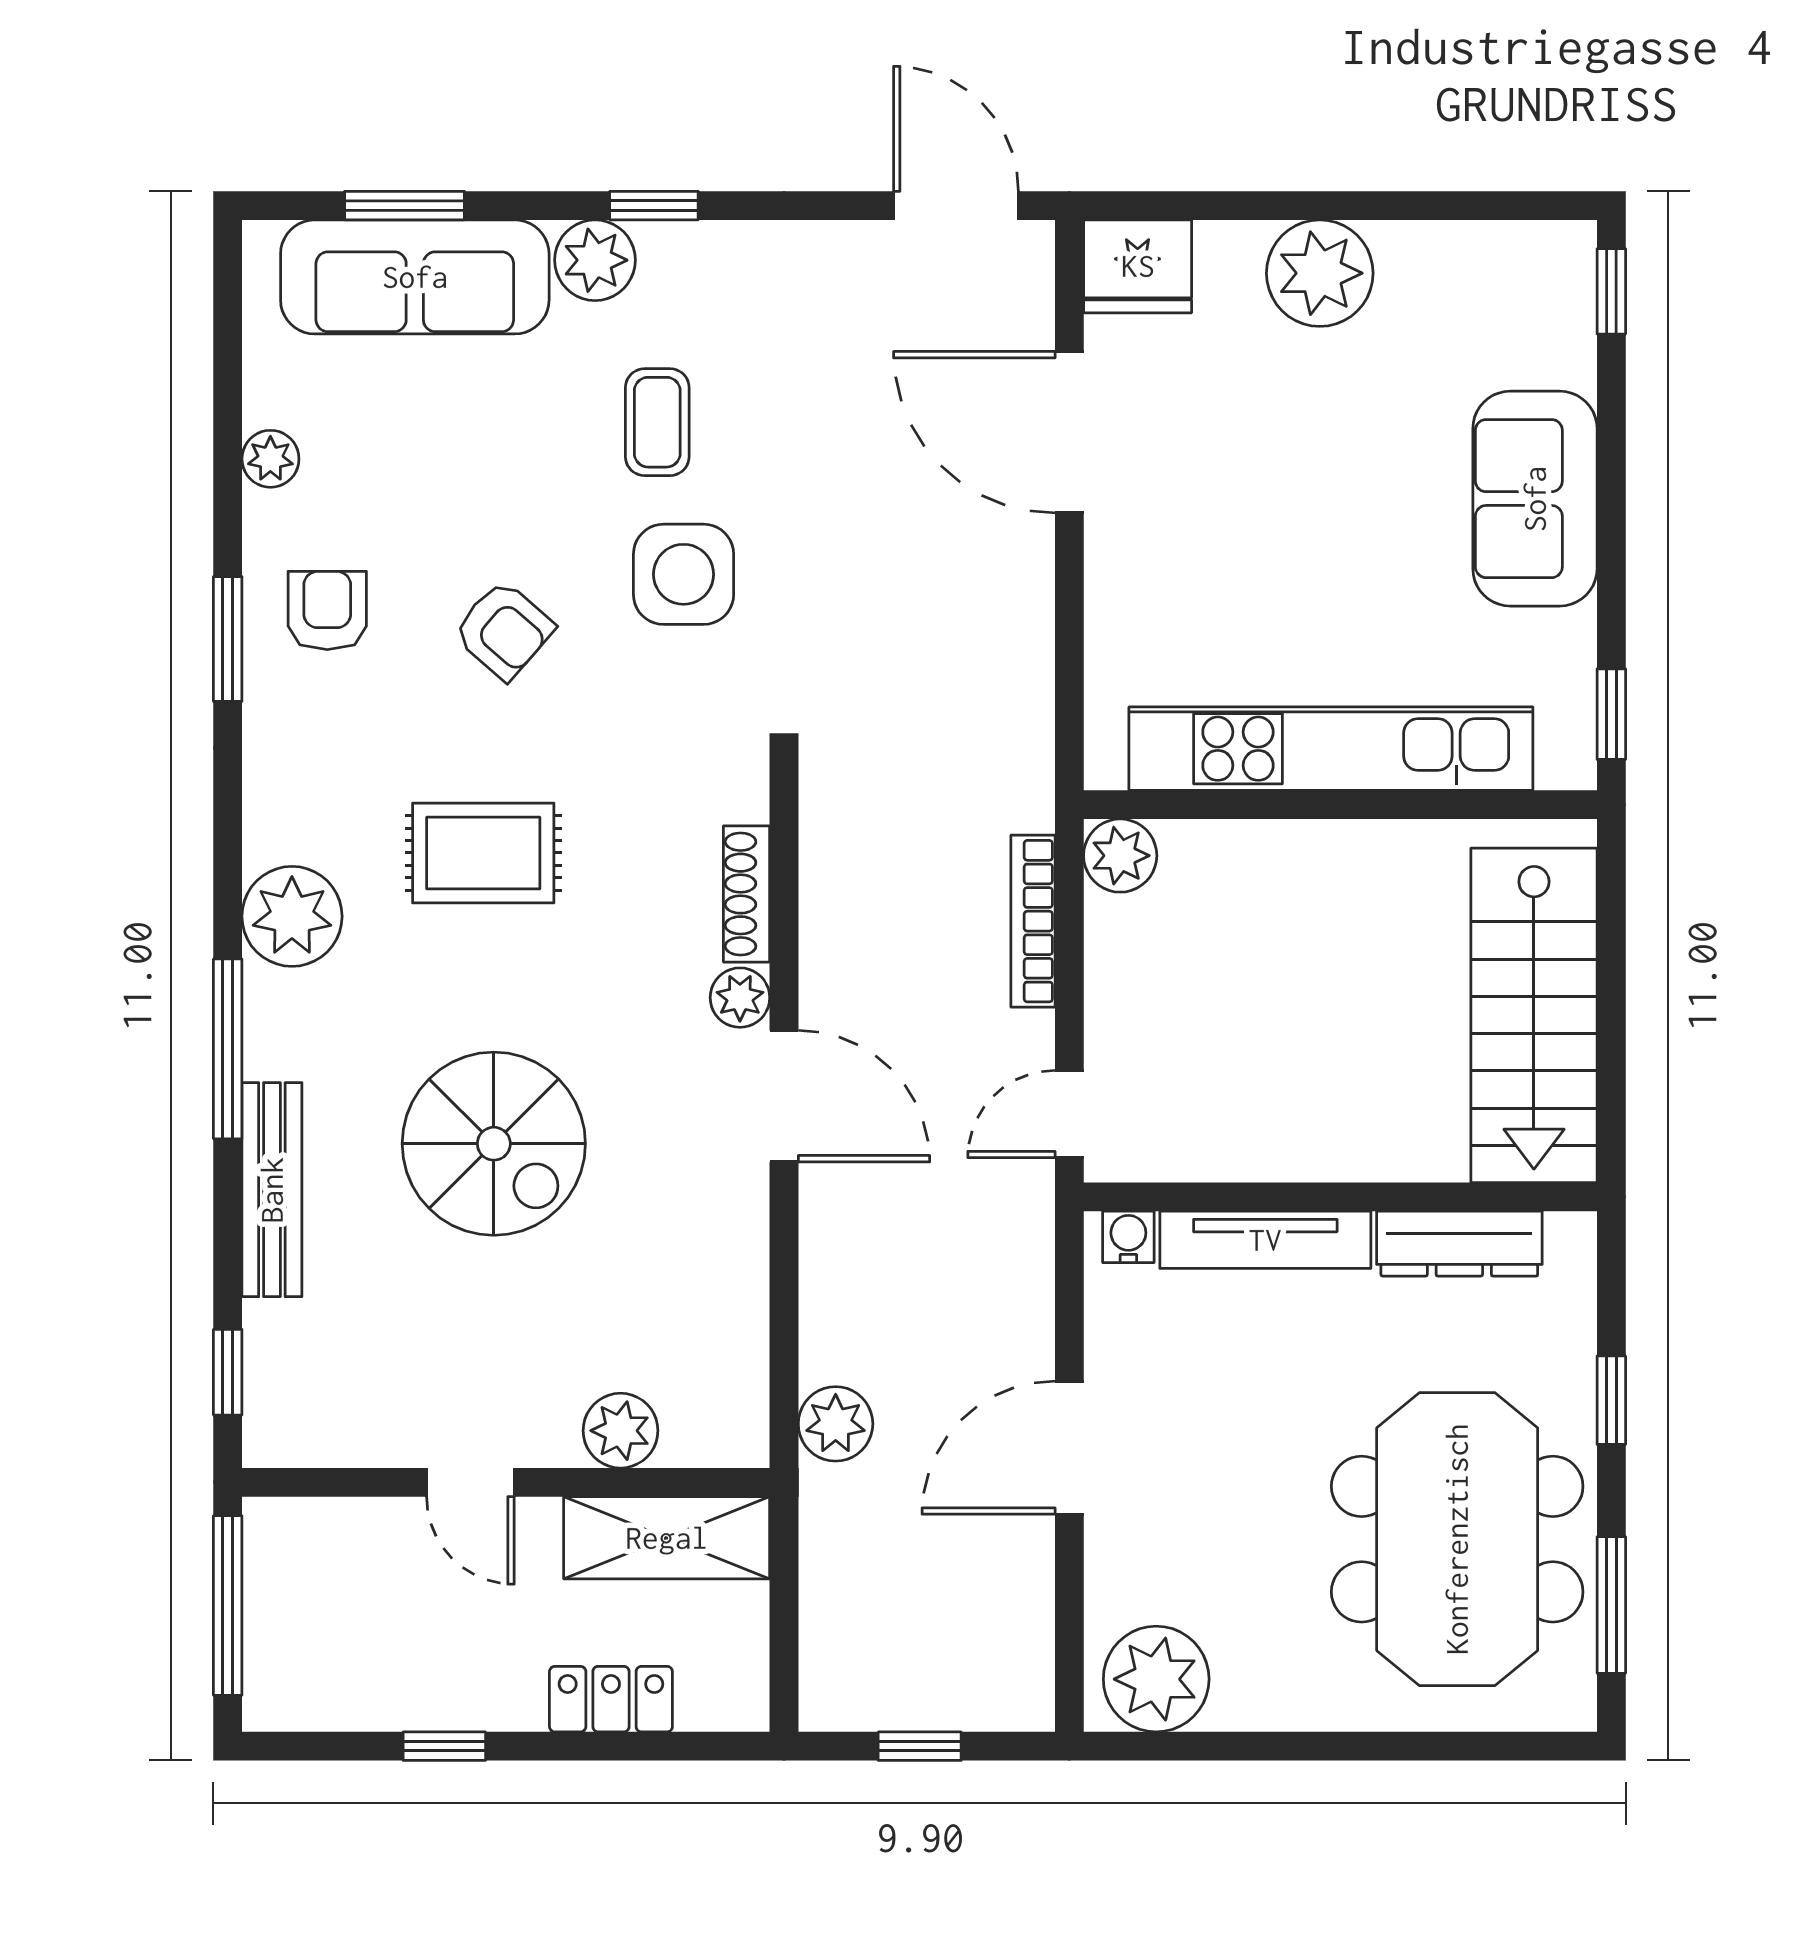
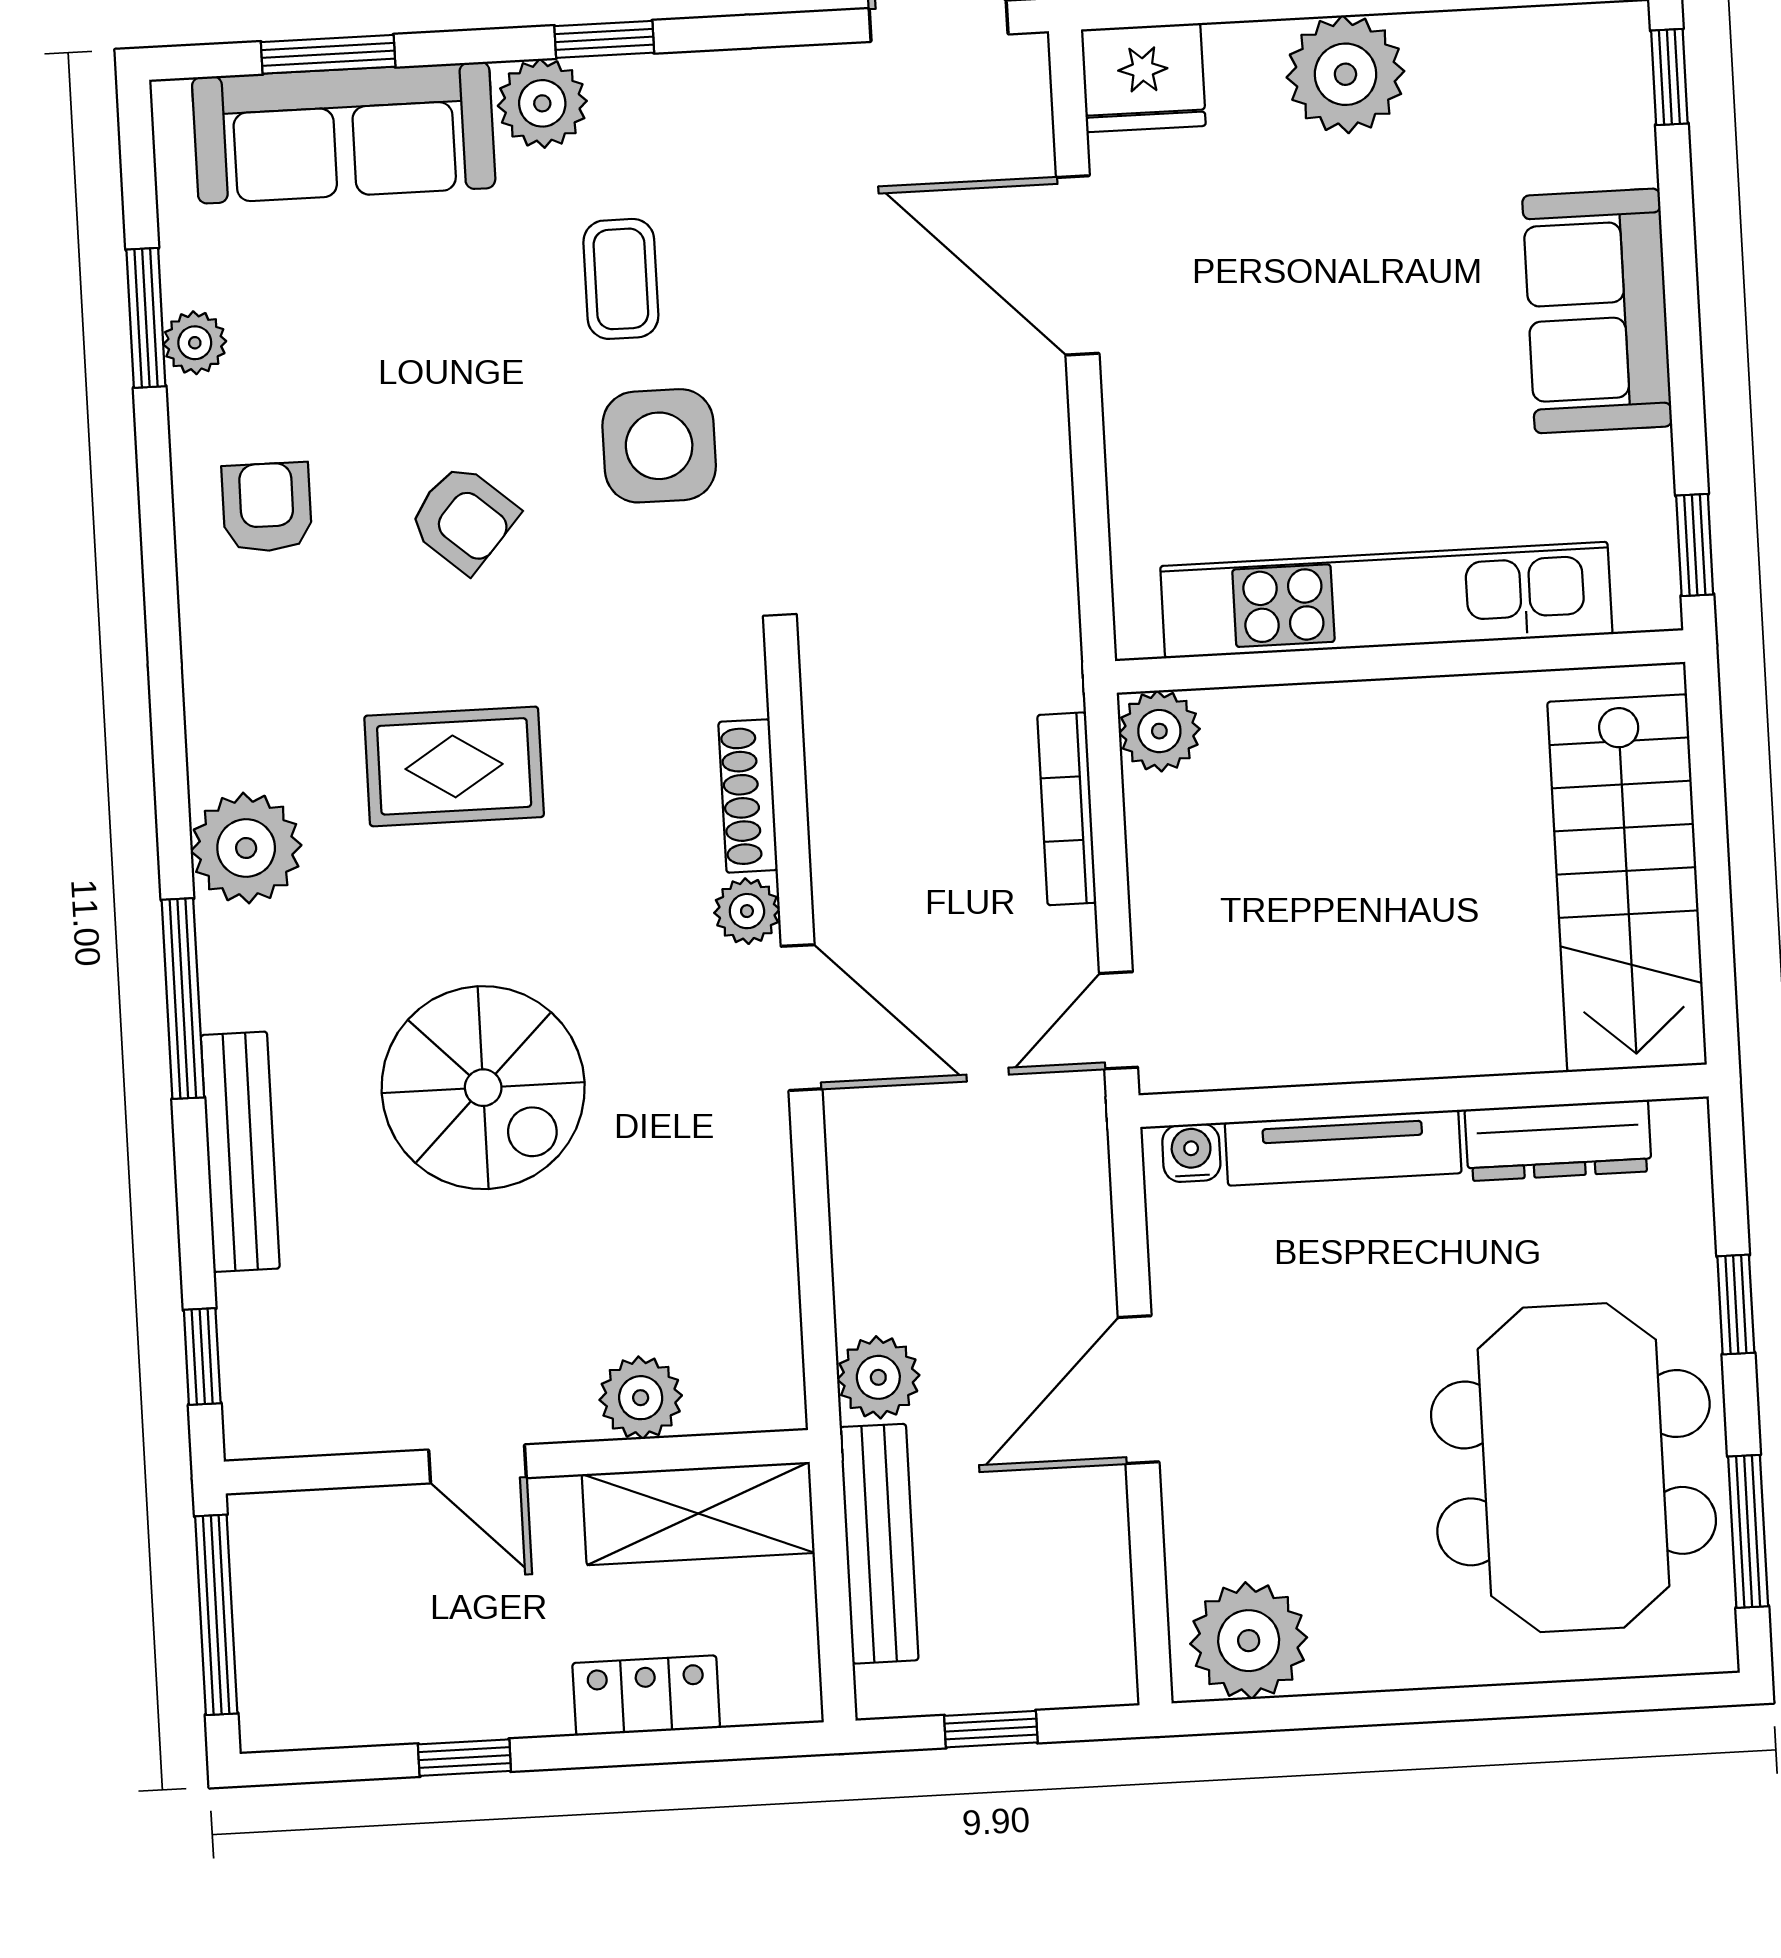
window: (228, 639) -> (146, 318), moved
bench: (828, 1574) -> (879, 1544), added

